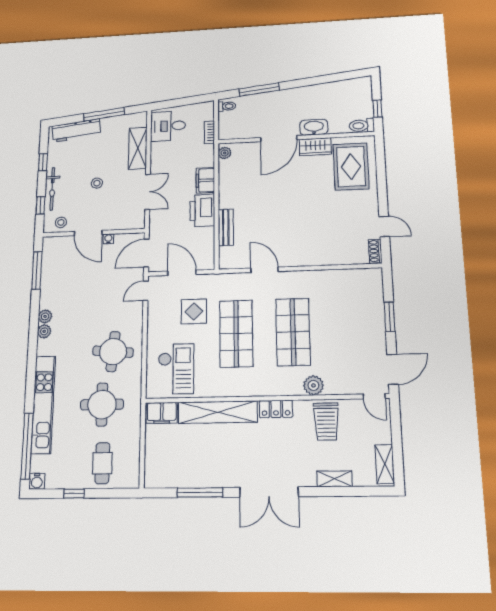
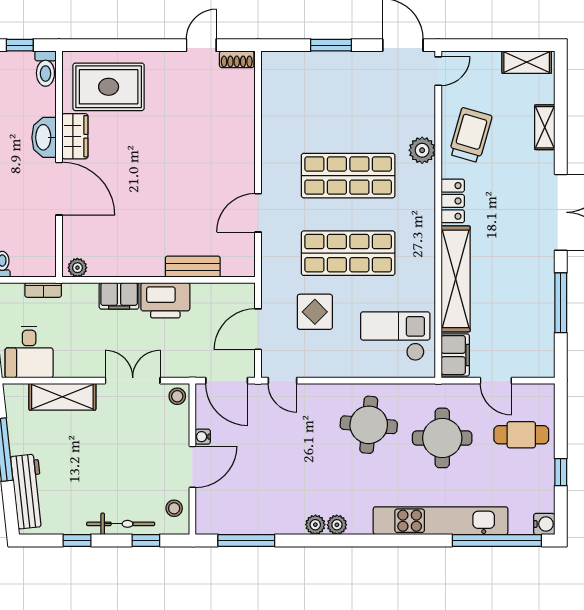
stool: (97, 183) -> (177, 396), moved
trolley: (326, 422) -> (470, 135), turned -74
door: (143, 444) -> (496, 381), added

